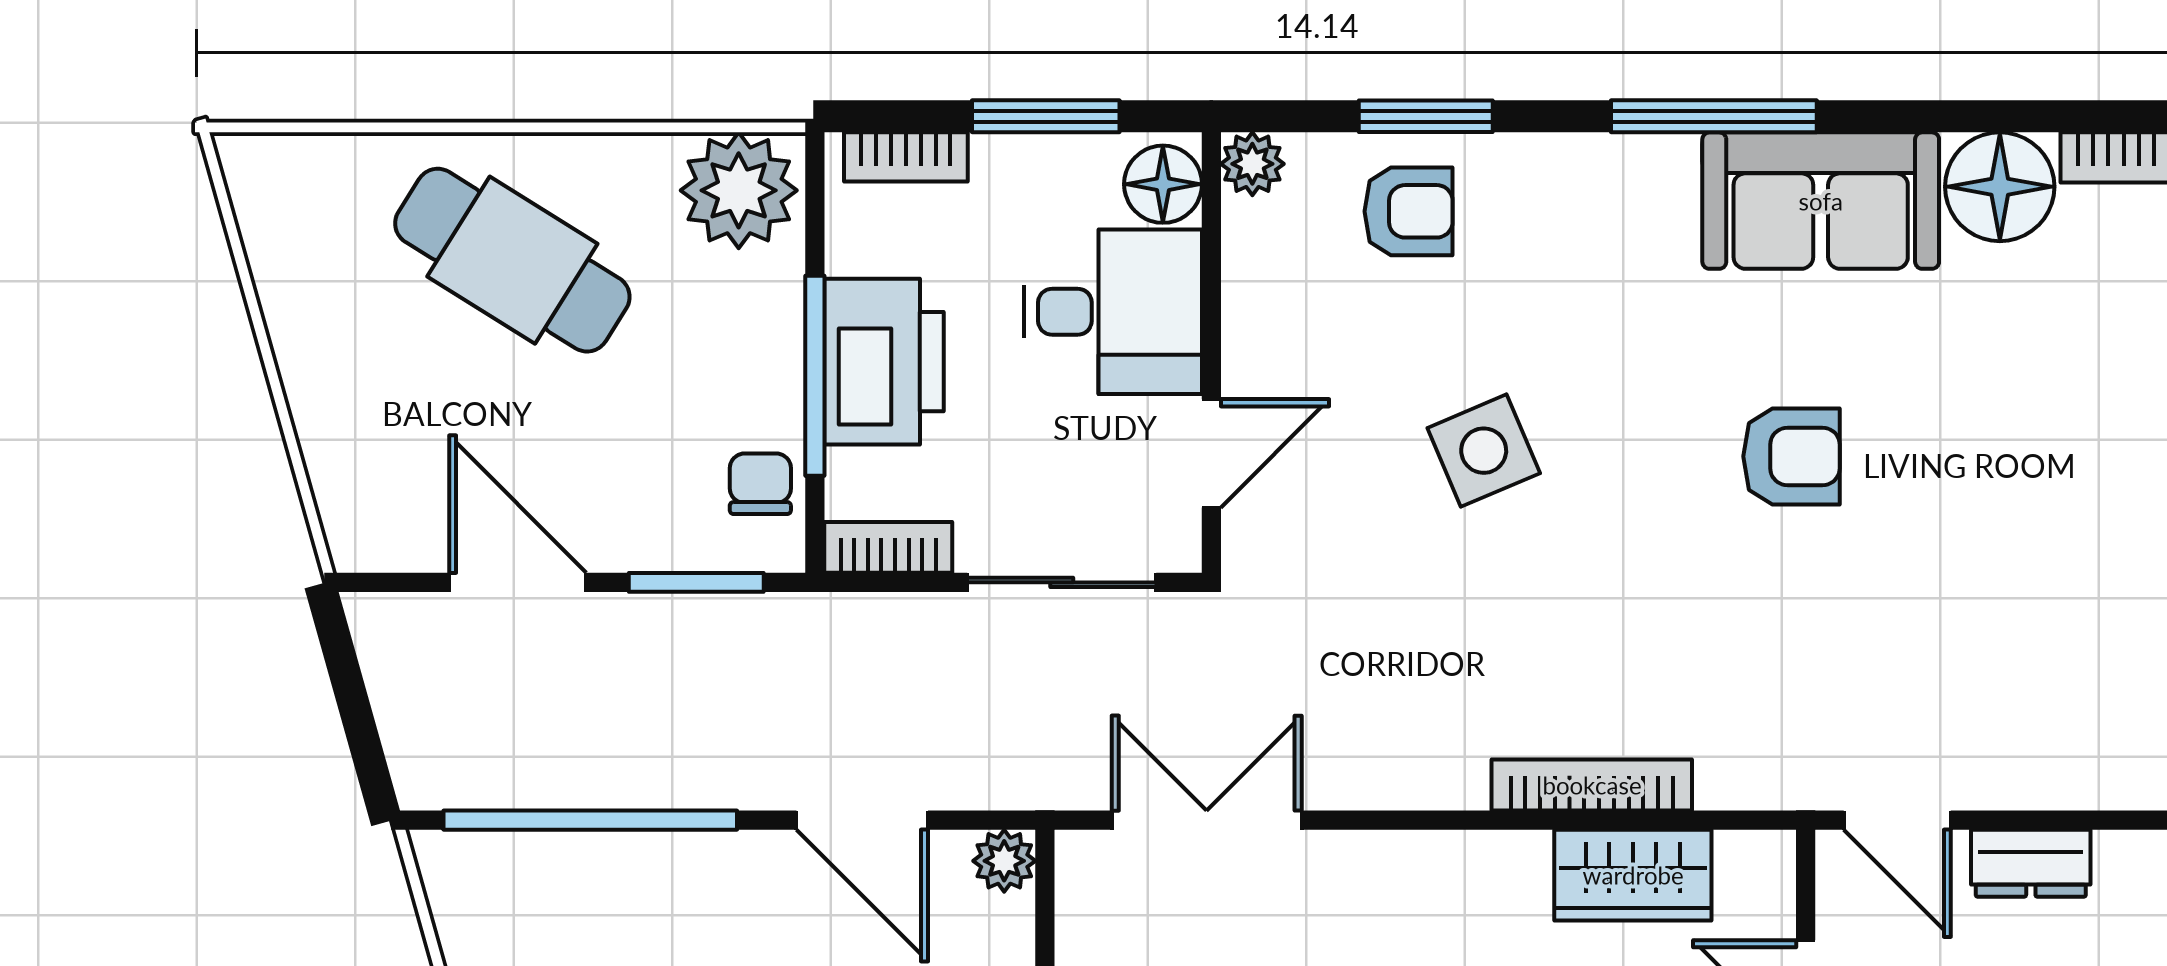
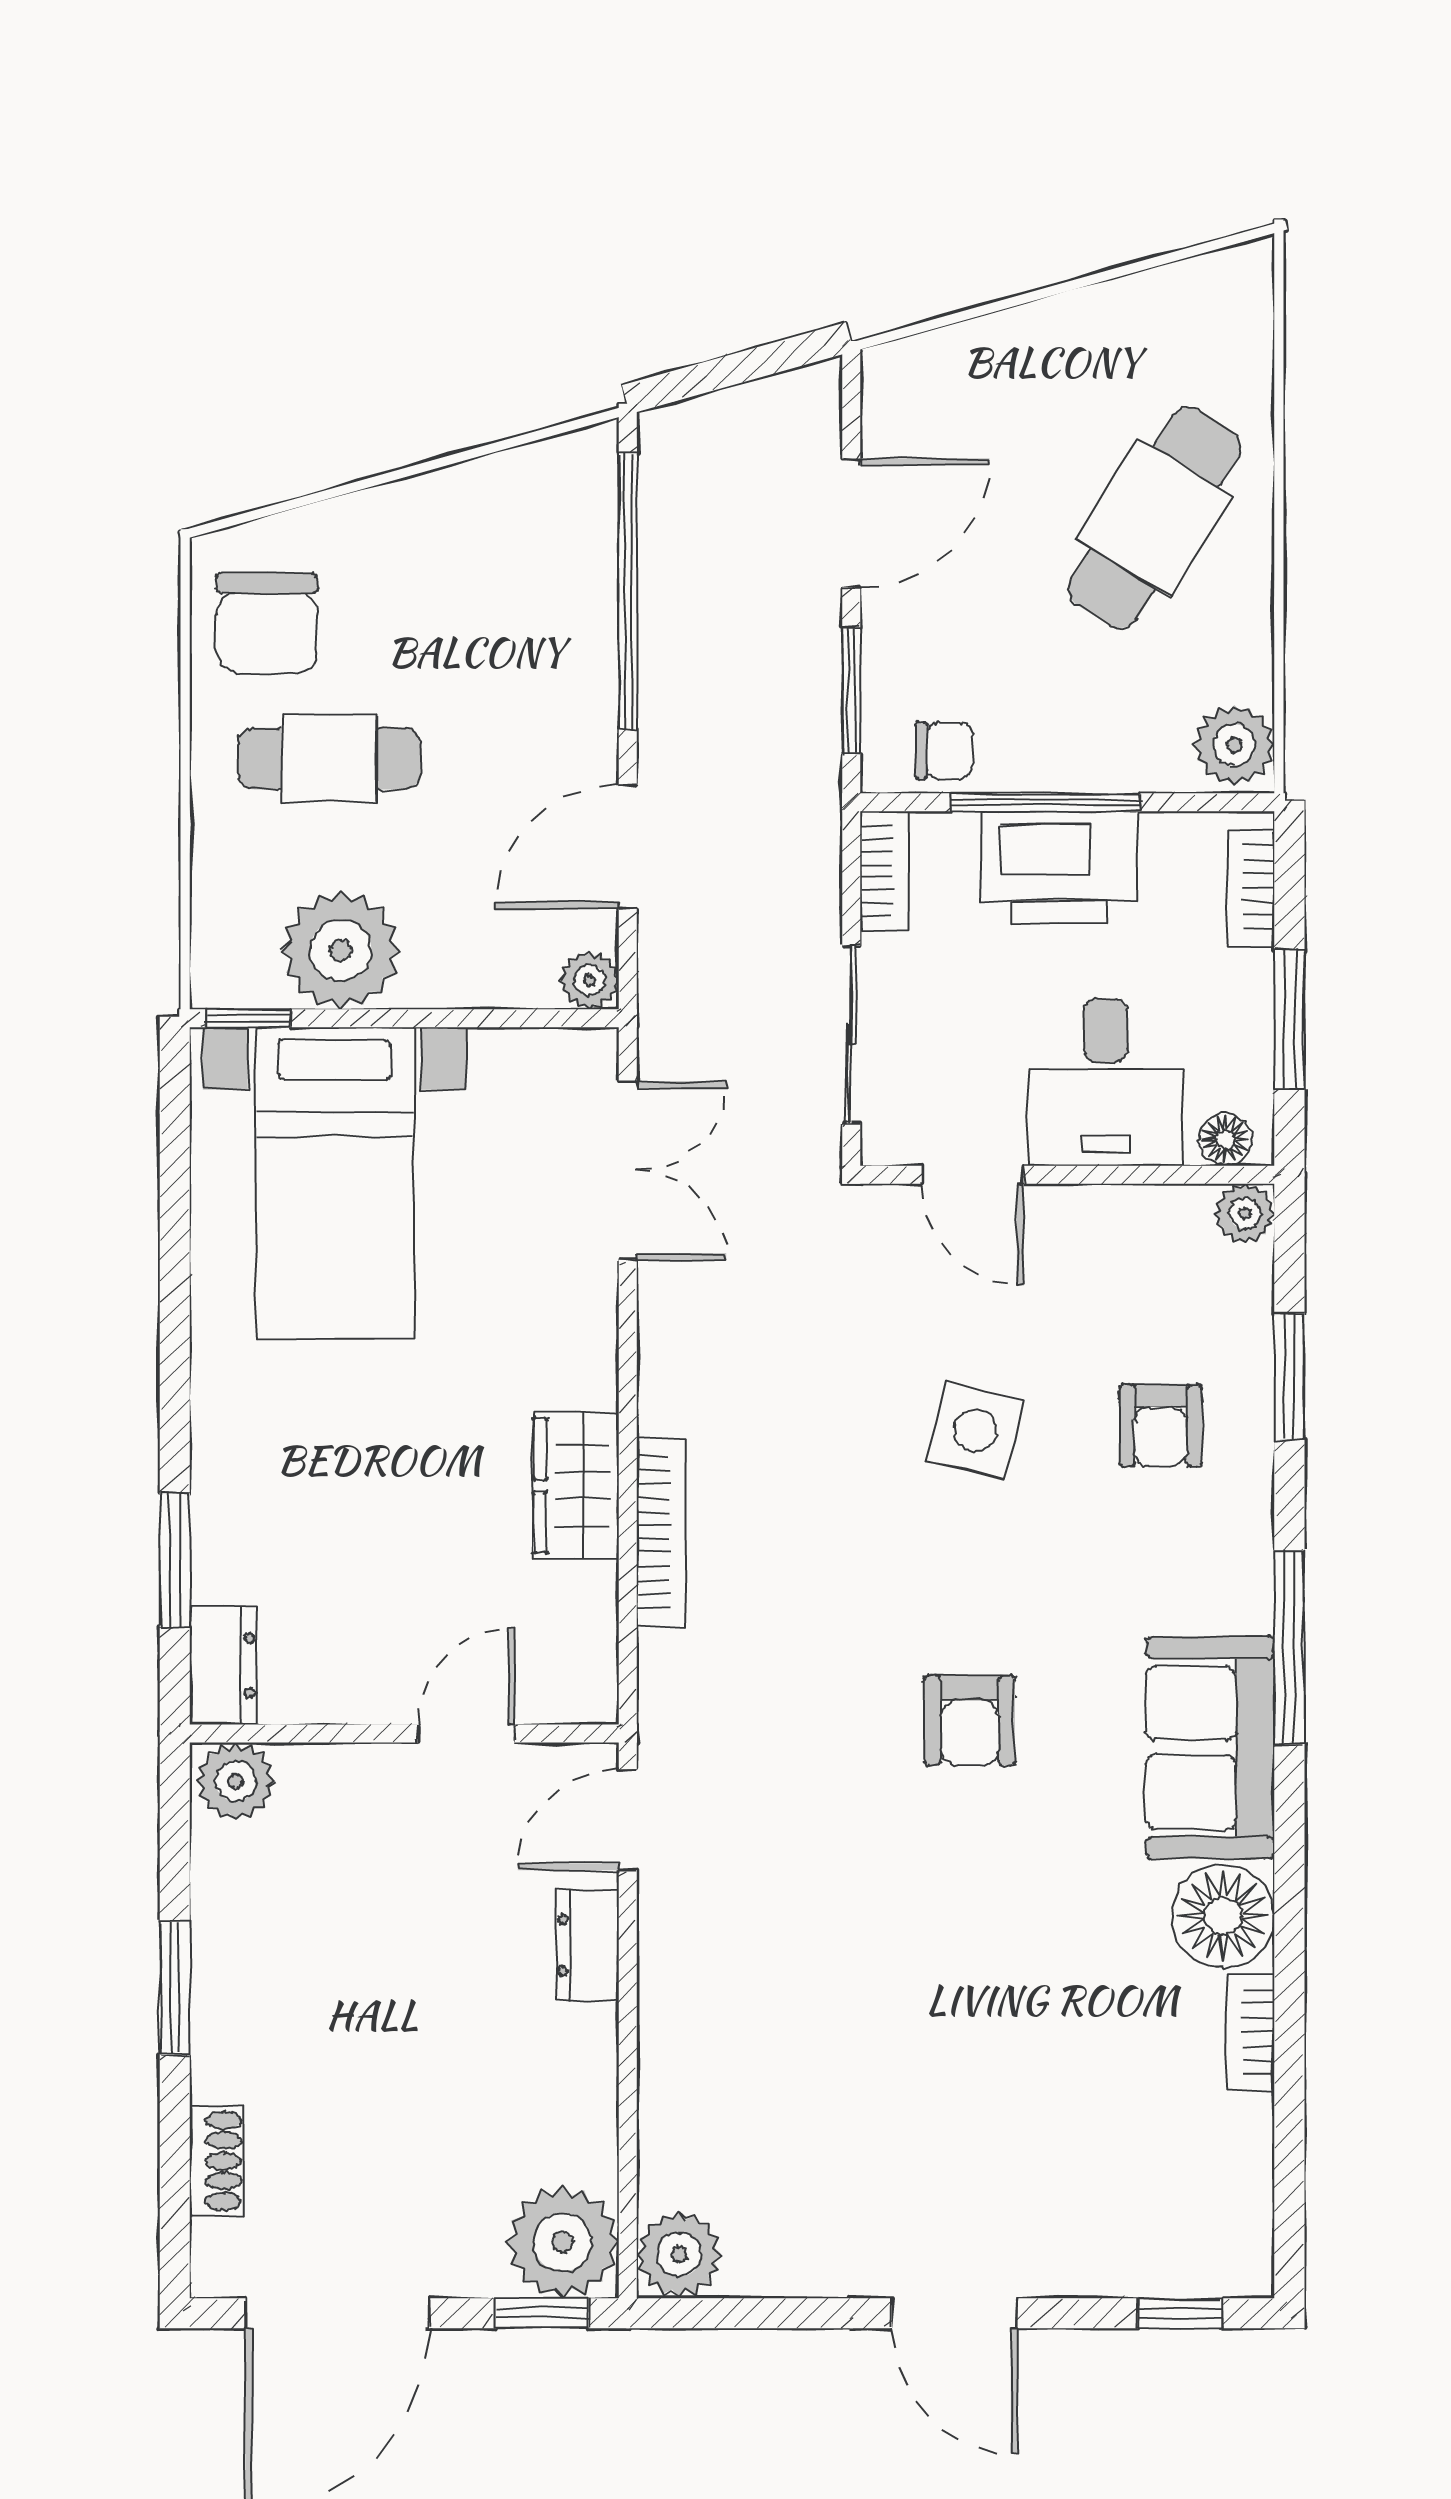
floor lamp: (1163, 184) -> (1226, 1139), width x0.73, depth x0.73
plant: (739, 190) -> (1234, 745), width x0.73, depth x0.73
armchair: (1409, 211) -> (1161, 1425), moved
side table: (1484, 451) -> (975, 1431), turned 37
wardrobe: (1633, 875) -> (576, 1486), moved

